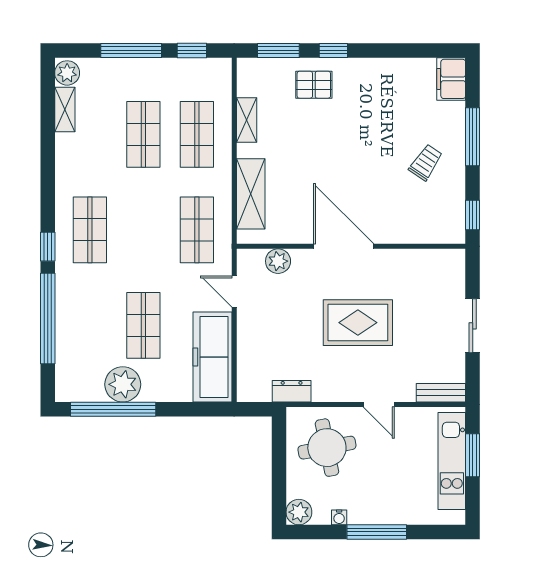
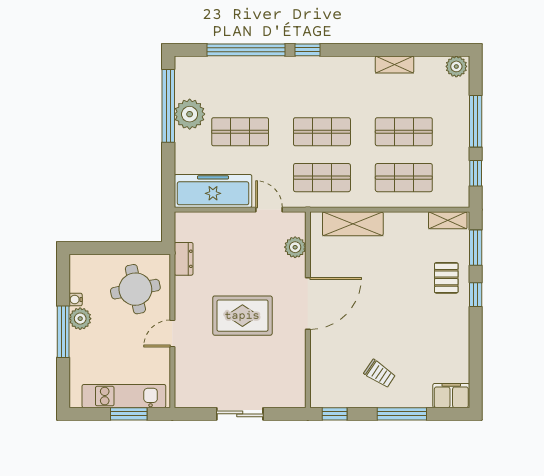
shelving: (65, 109) -> (395, 65), moved
shelving: (247, 120) -> (448, 220), moved
shop shelf: (90, 230) -> (322, 132), moved
door: (234, 292) -> (269, 210), hinge flipped
rug: (358, 323) -> (242, 316), turned 90
bench: (441, 393) -> (182, 387), removed
plant: (299, 512) -> (80, 319), moved

